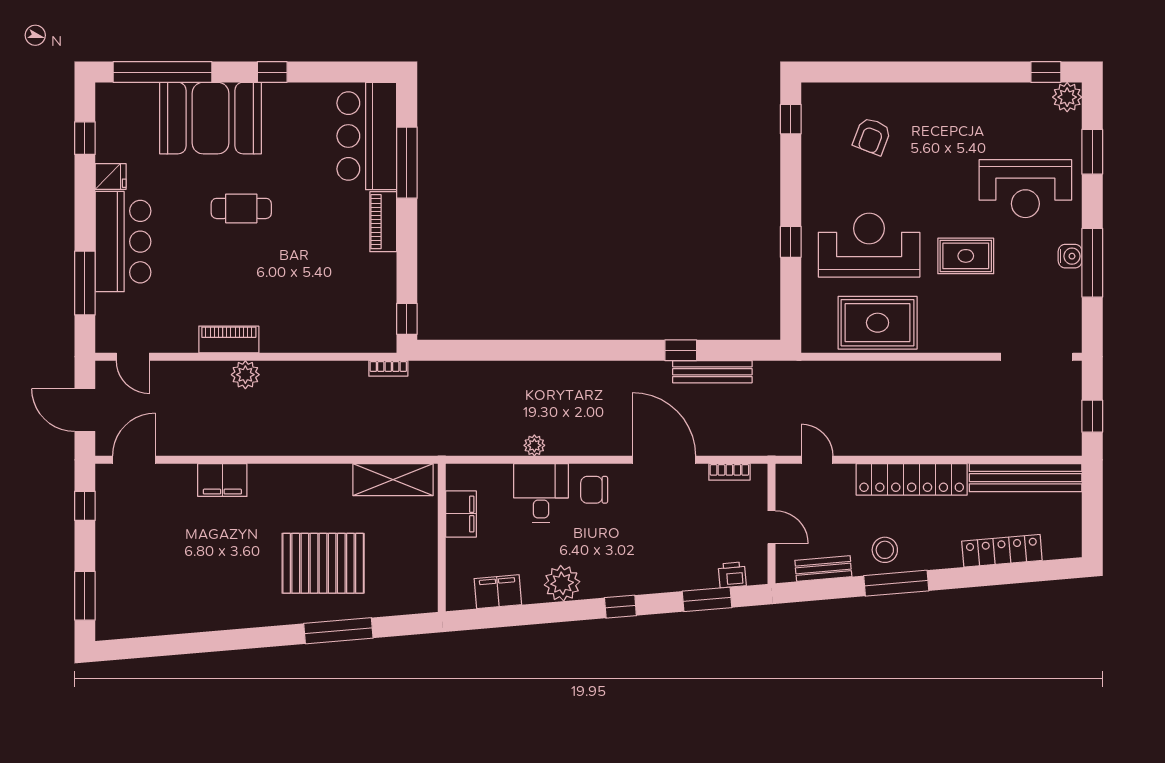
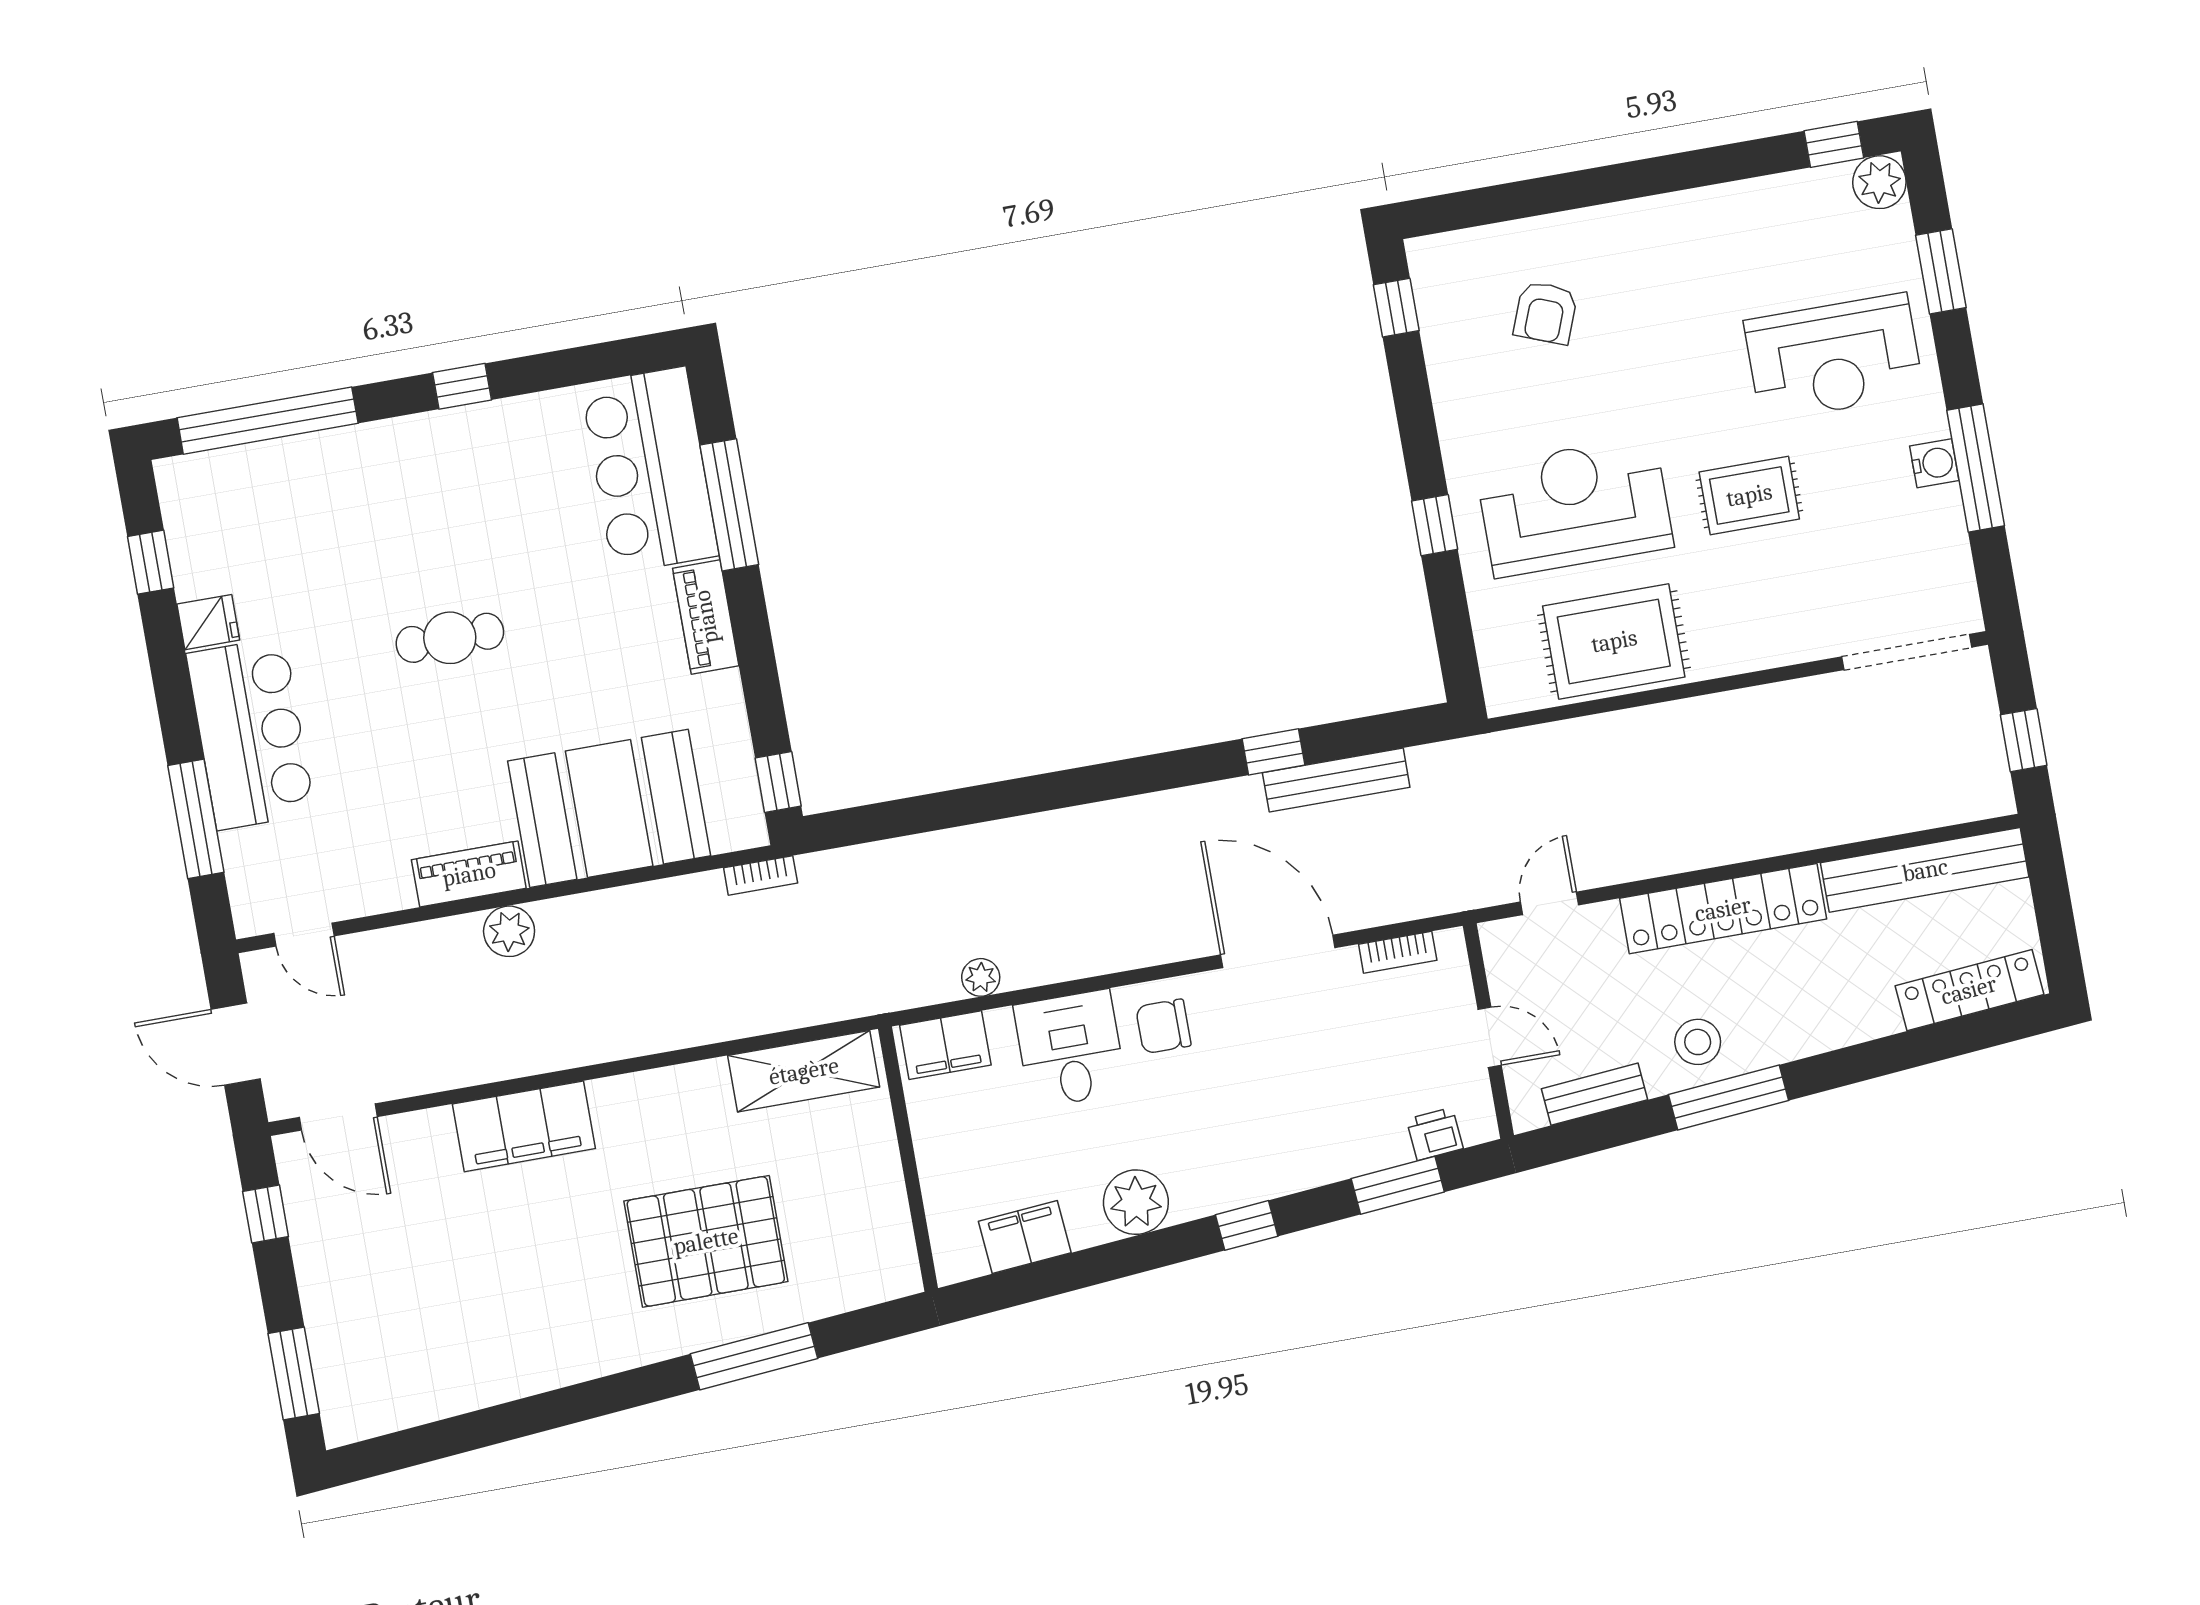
booth: (210, 118) -> (609, 808), moved
plant: (534, 445) -> (981, 977), moved
door: (134, 460) -> (338, 1117), swing flipped
door: (817, 460) -> (1550, 903), hinge flipped
filing cabinet: (222, 480) -> (524, 1126), width x1.50, depth x1.17
filing cabinet: (461, 514) -> (945, 1045), moved, turned 90
locker: (1002, 551) -> (1969, 990), moved

